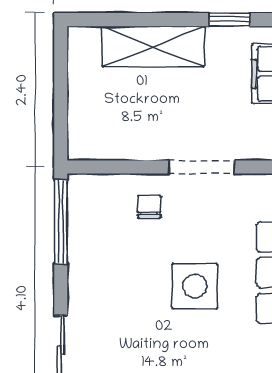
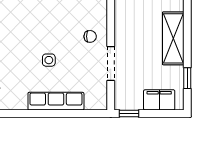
side table: (195, 286) -> (49, 60), width x0.54, depth x0.54

